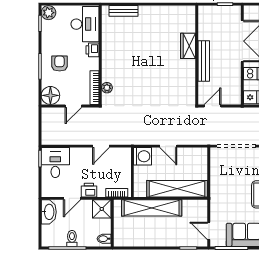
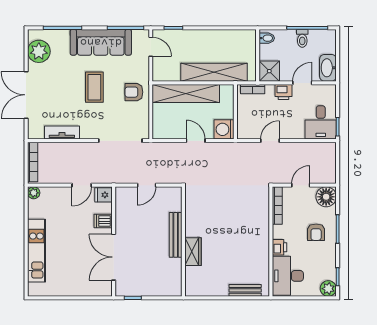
wardrobe: (188, 46) -> (193, 252), moved
wall: (197, 55) -> (183, 242), moved
bench: (204, 61) -> (176, 235), moved
plant: (107, 88) -> (264, 205), removed
armchair: (224, 190) -> (134, 92), added

